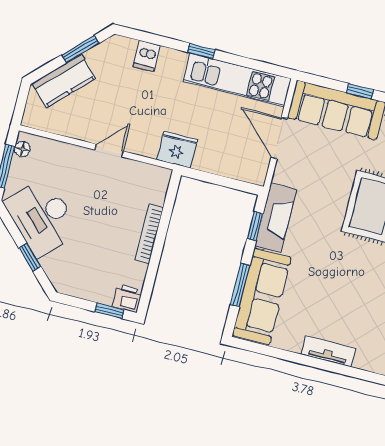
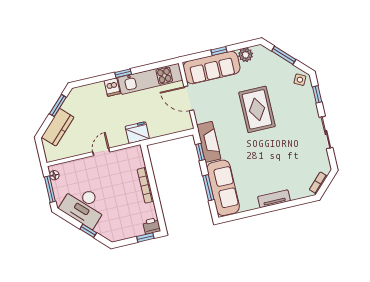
dishwasher: (147, 56) -> (112, 87), moved

